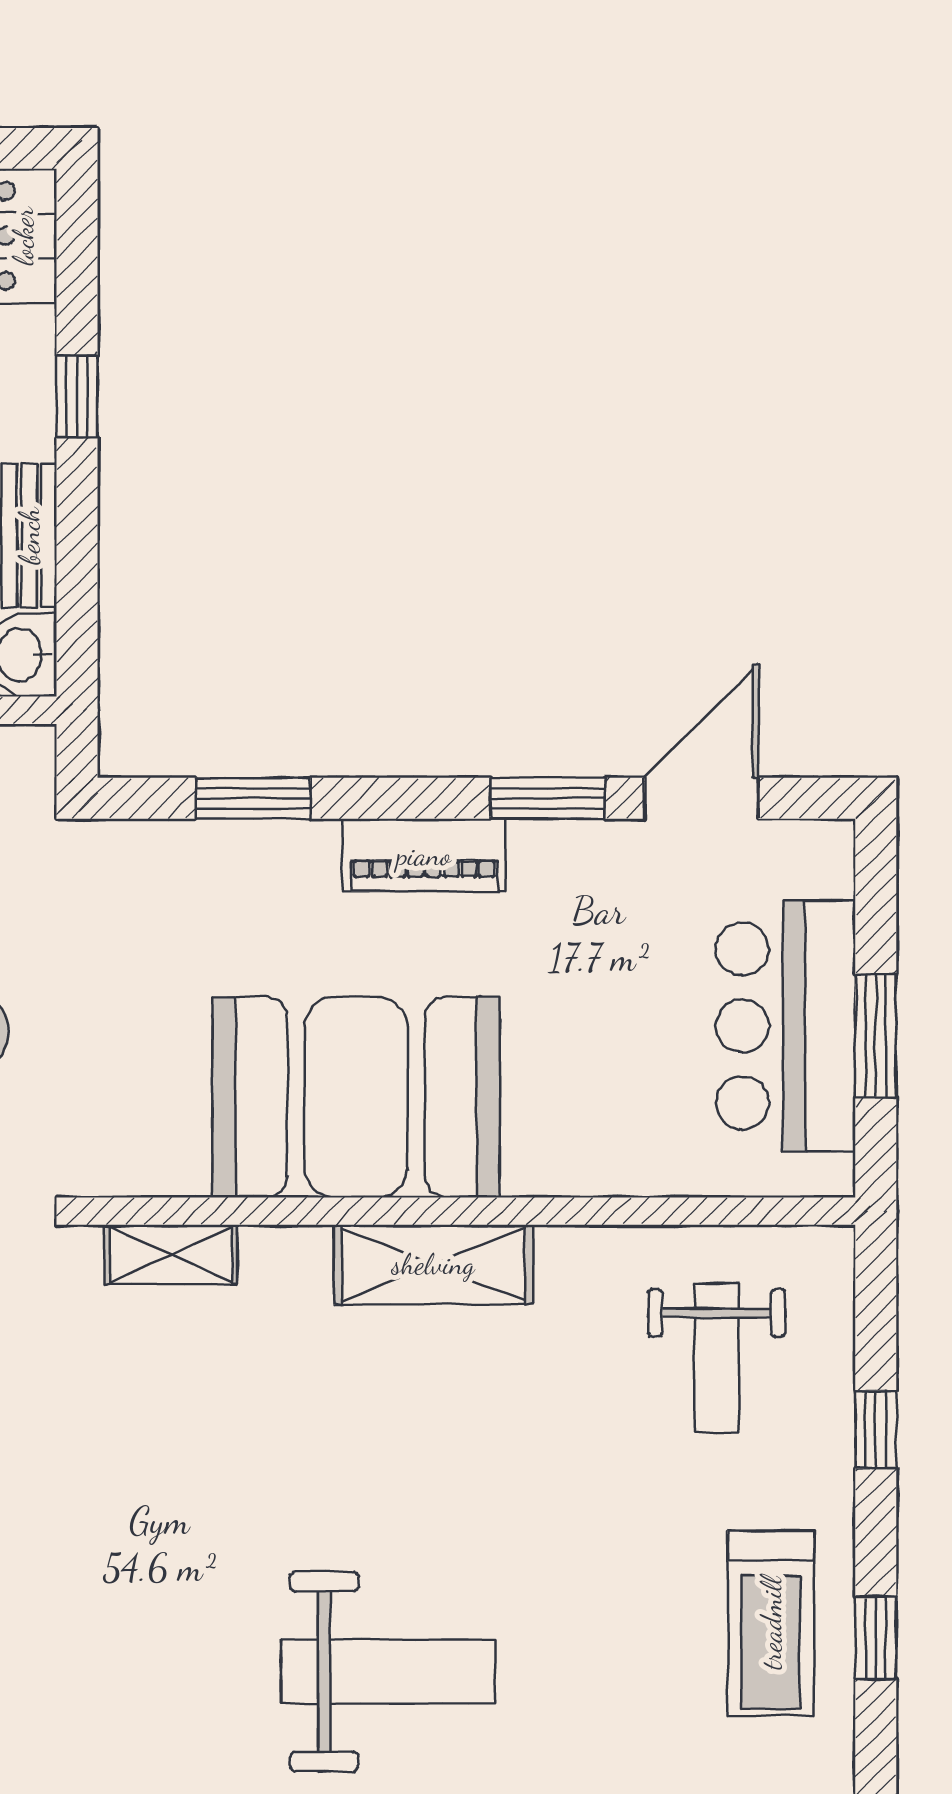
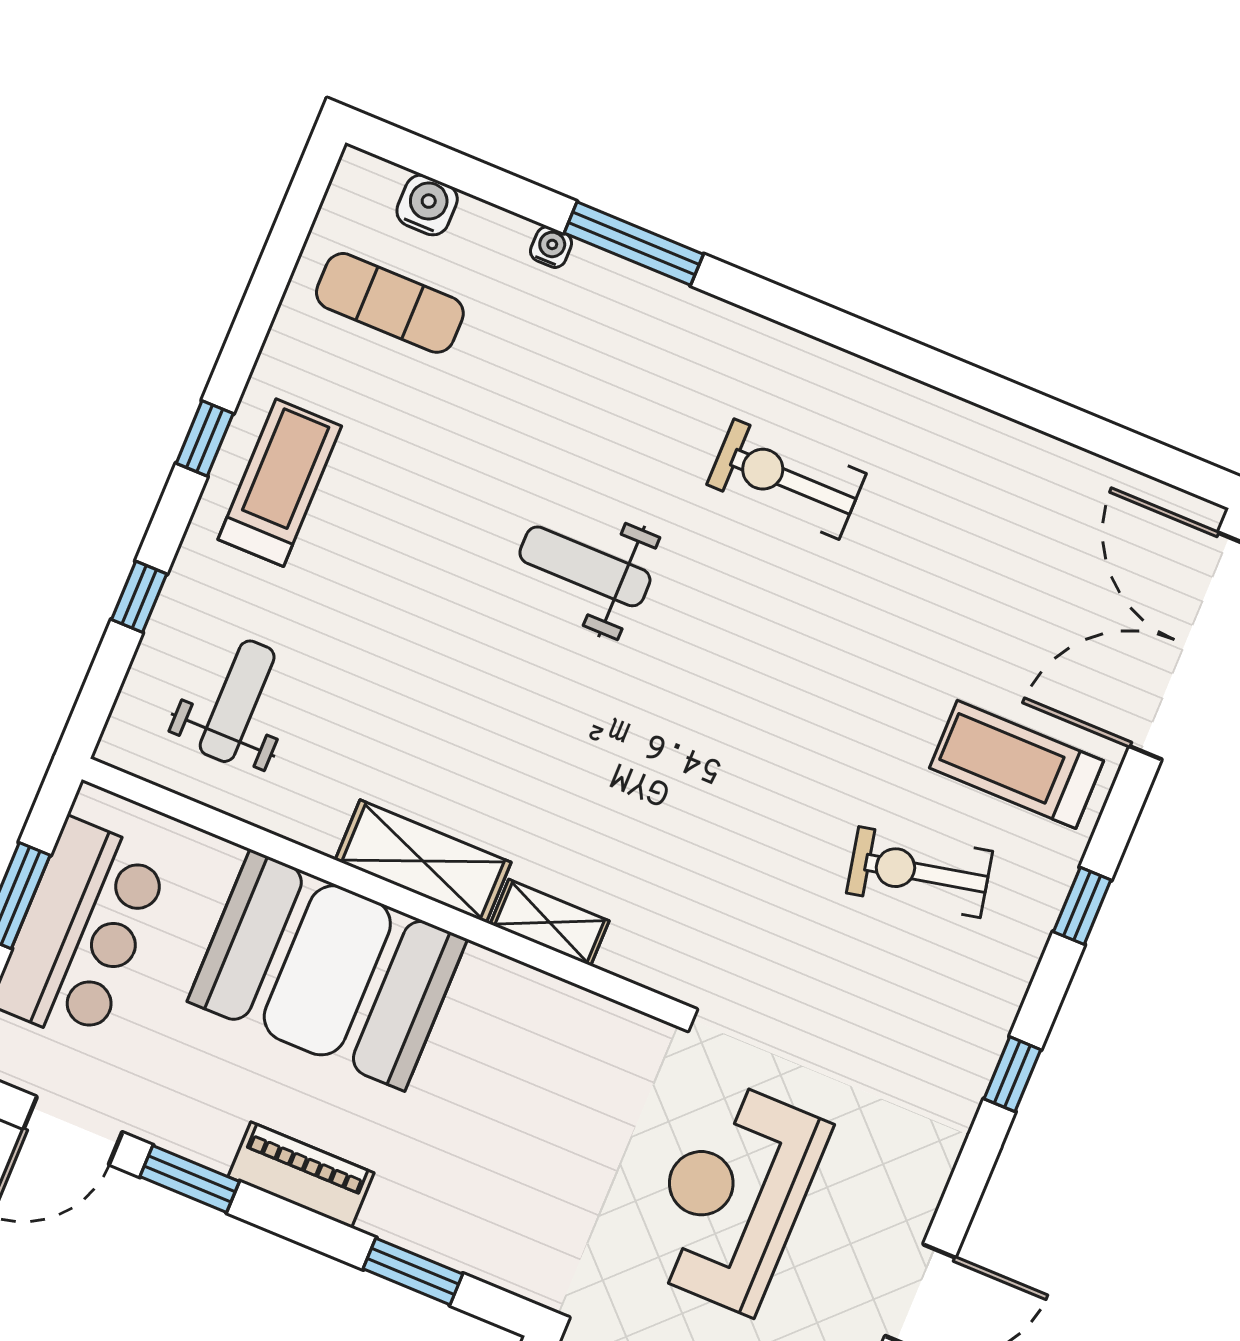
booth: (356, 1097) -> (327, 970), moved
shelving: (171, 1254) -> (550, 923), moved
weight bench: (388, 1672) -> (585, 566), width x0.73, depth x0.75

